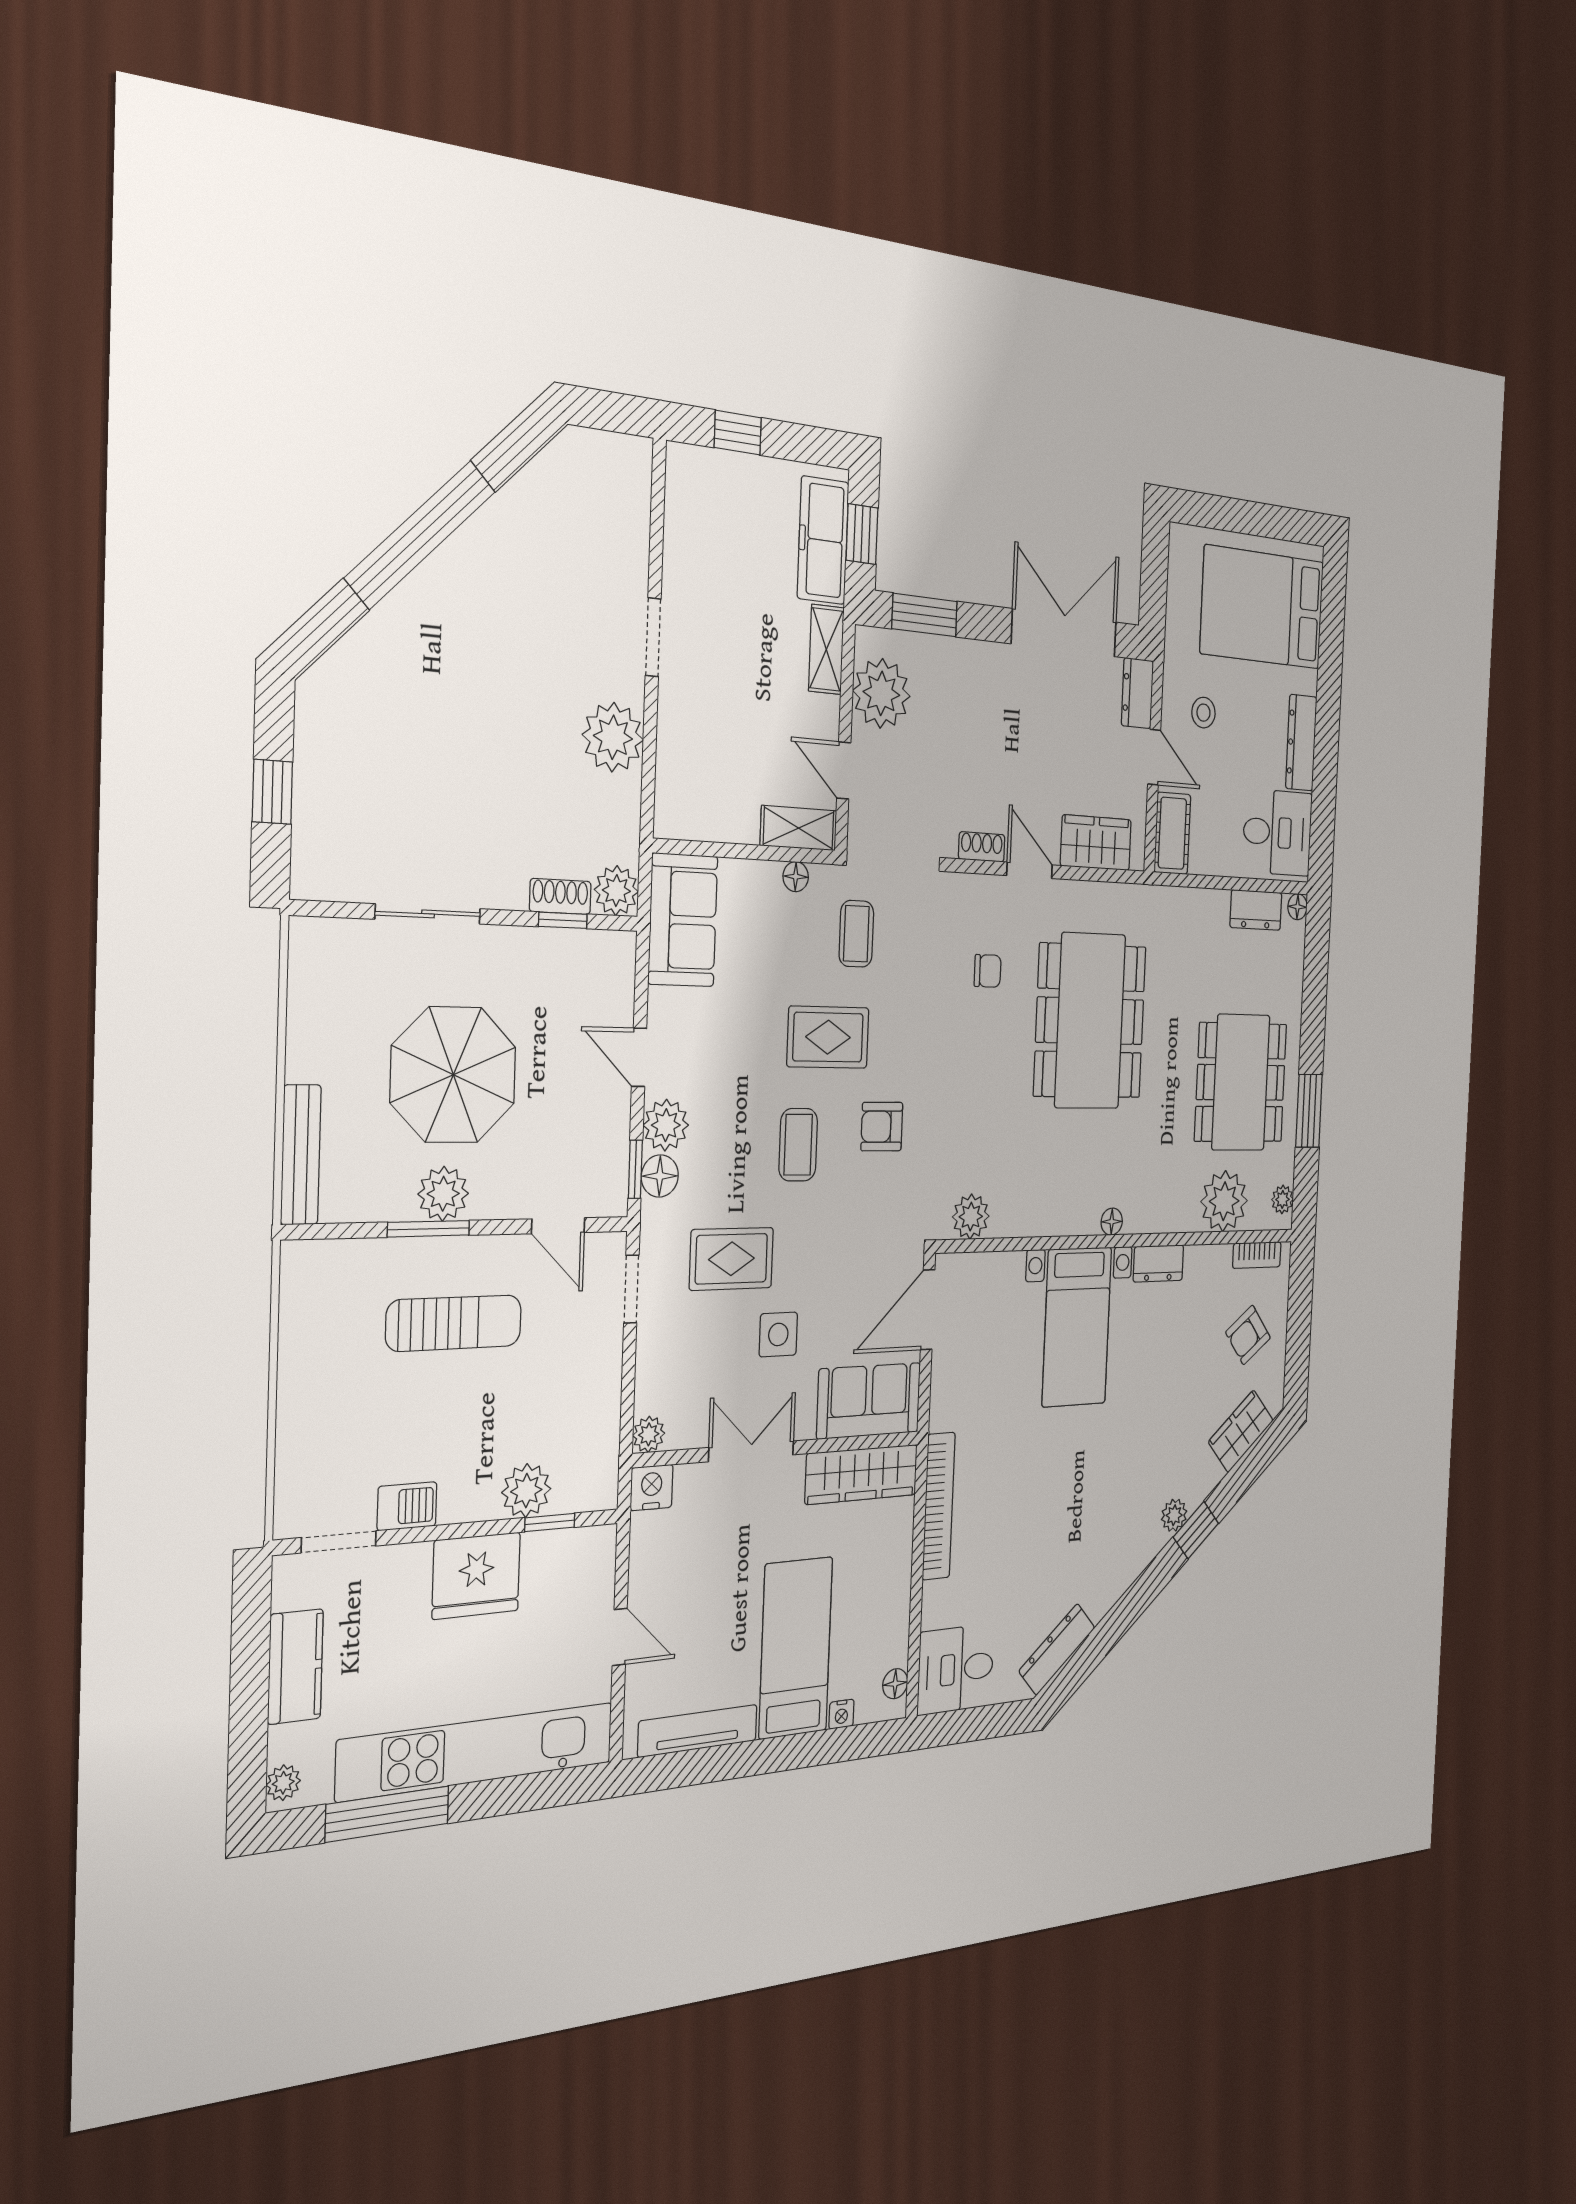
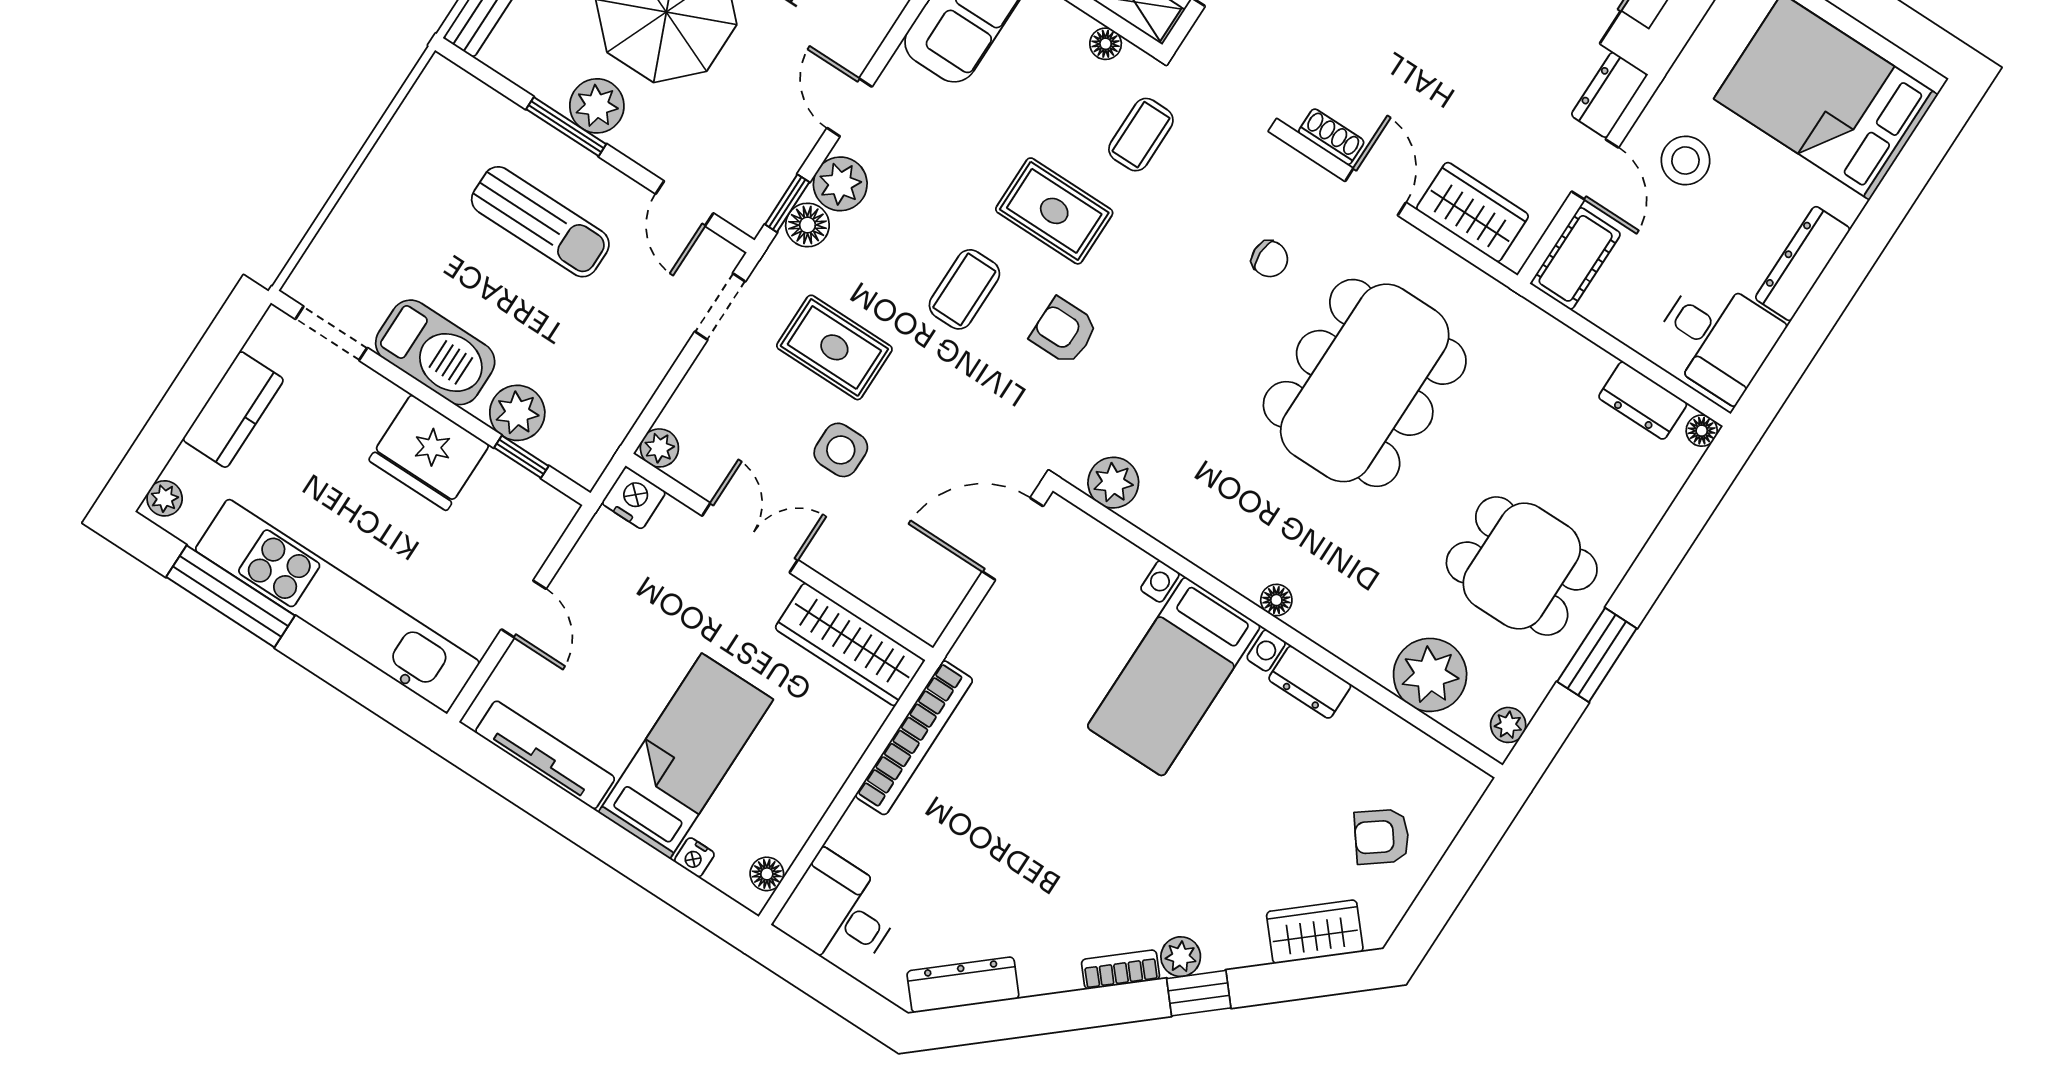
stool: (1203, 713) -> (1685, 160), width x1.37, depth x1.37
dining table: (1241, 1082) -> (1522, 566), width x0.73
bookcase: (1257, 1255) -> (1121, 970), moved, turned 139
sofa: (869, 1401) -> (898, 580), removed
barbecue: (407, 1506) -> (435, 352), width x1.88, depth x1.53

